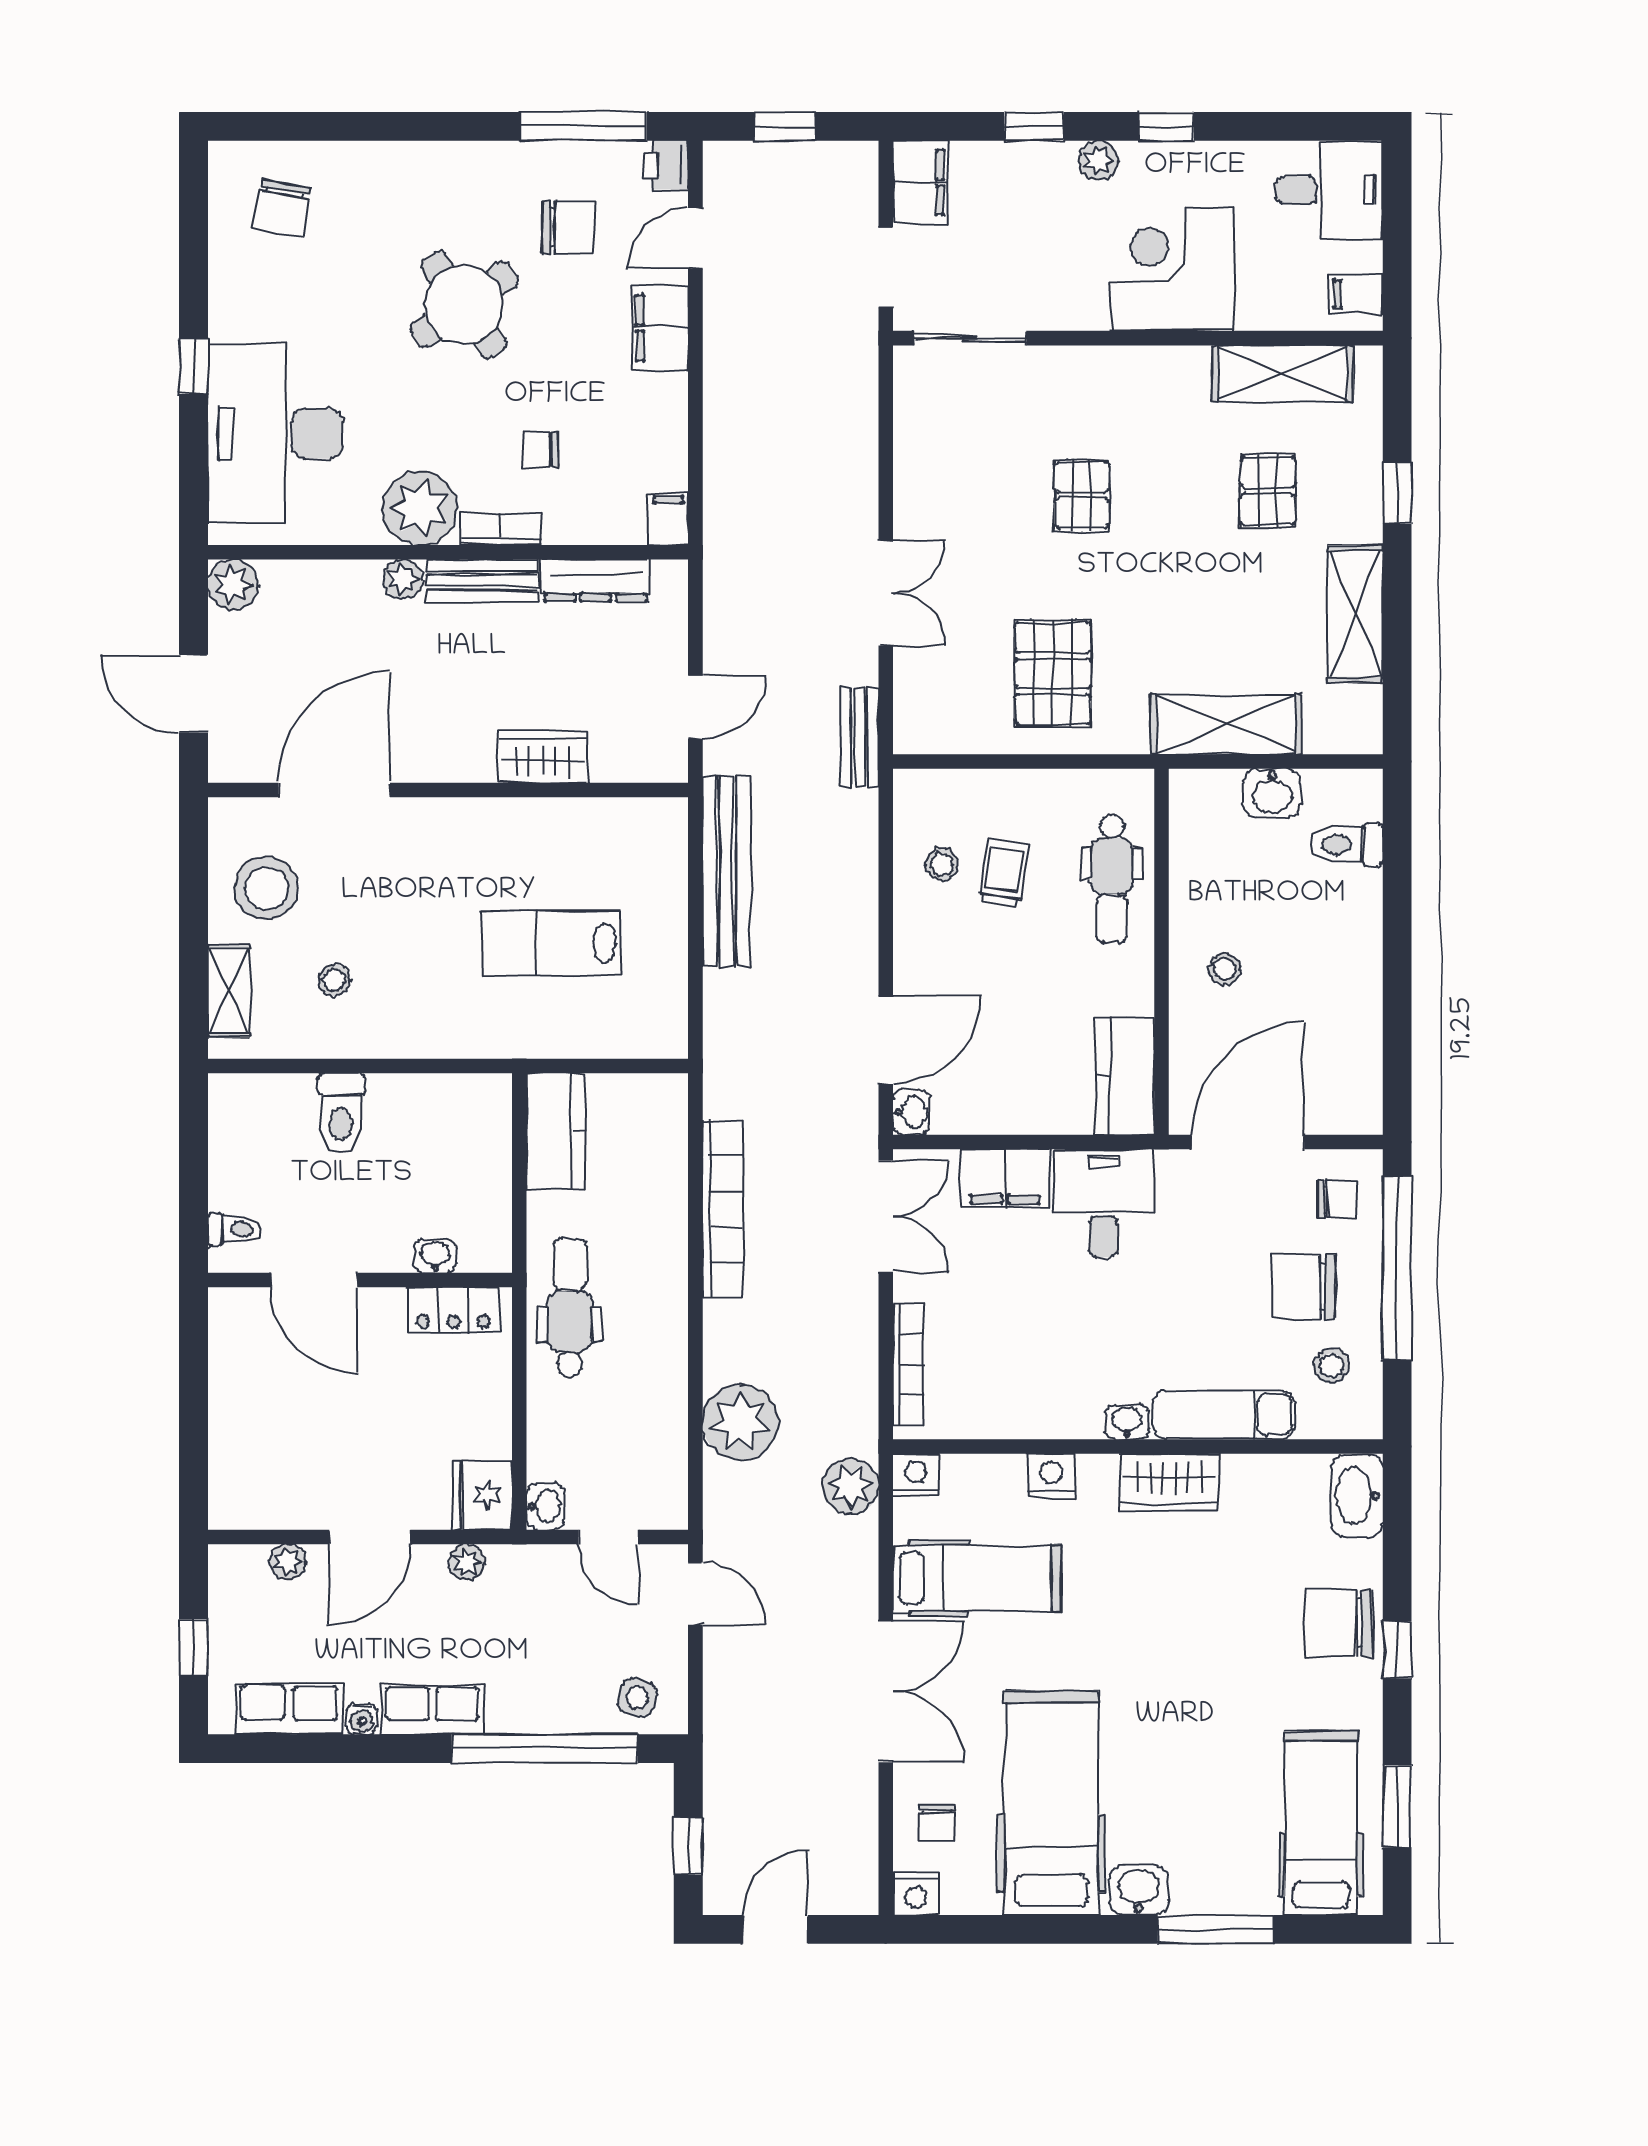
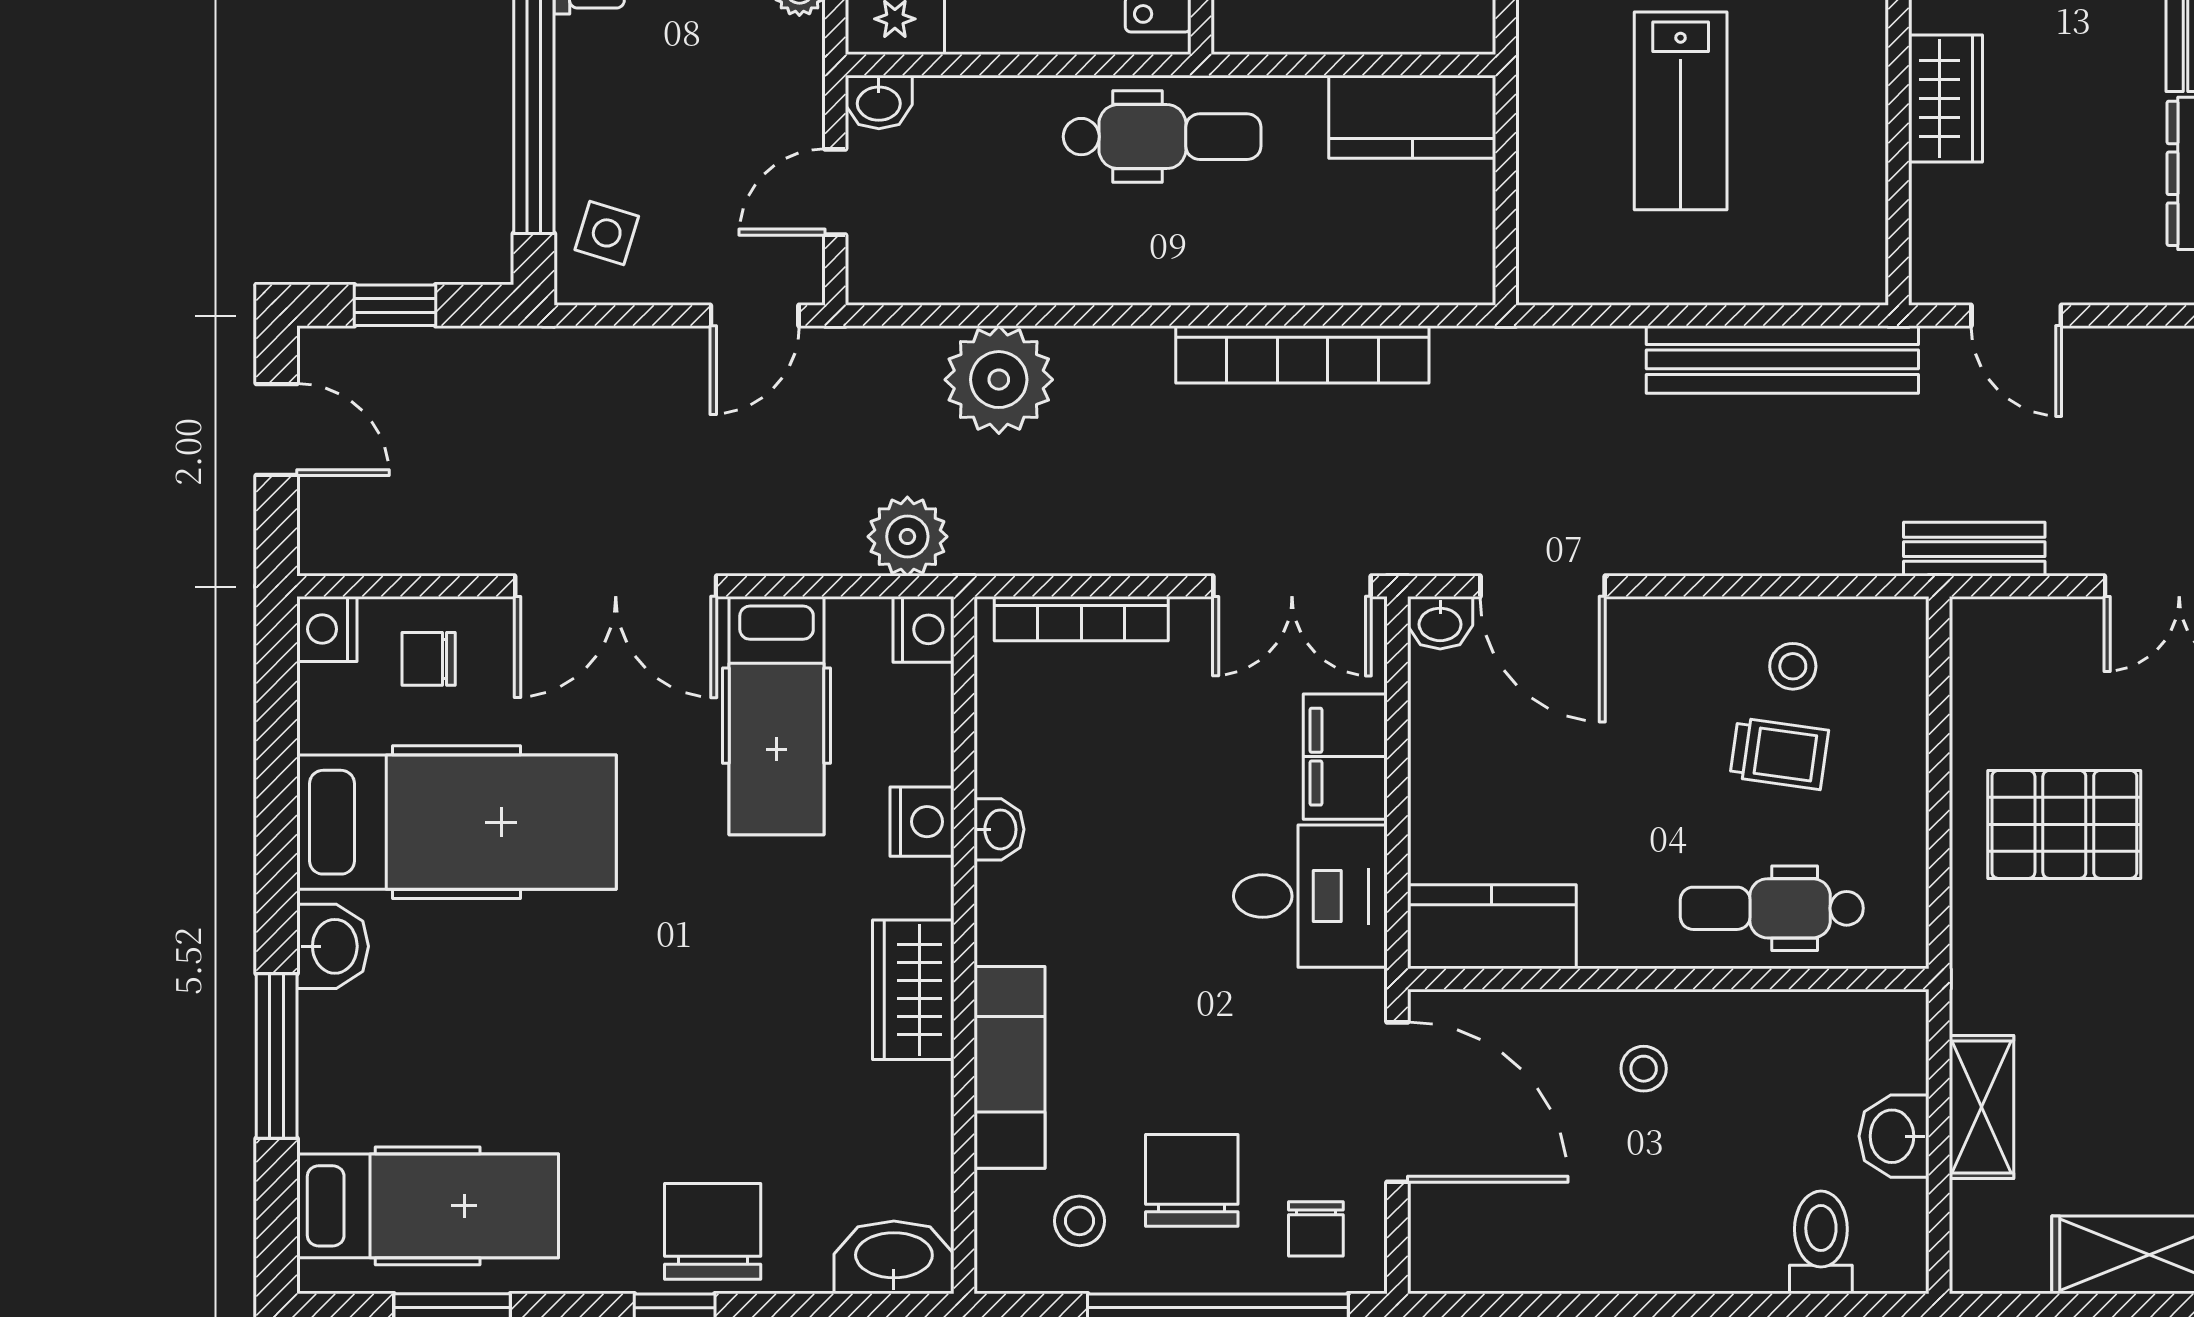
shelving: (1226, 724) -> (1981, 1107), width x0.67, depth x0.75
lab bench: (552, 943) -> (1681, 111), turned 180
washbasin: (1127, 1422) -> (999, 829), moved

